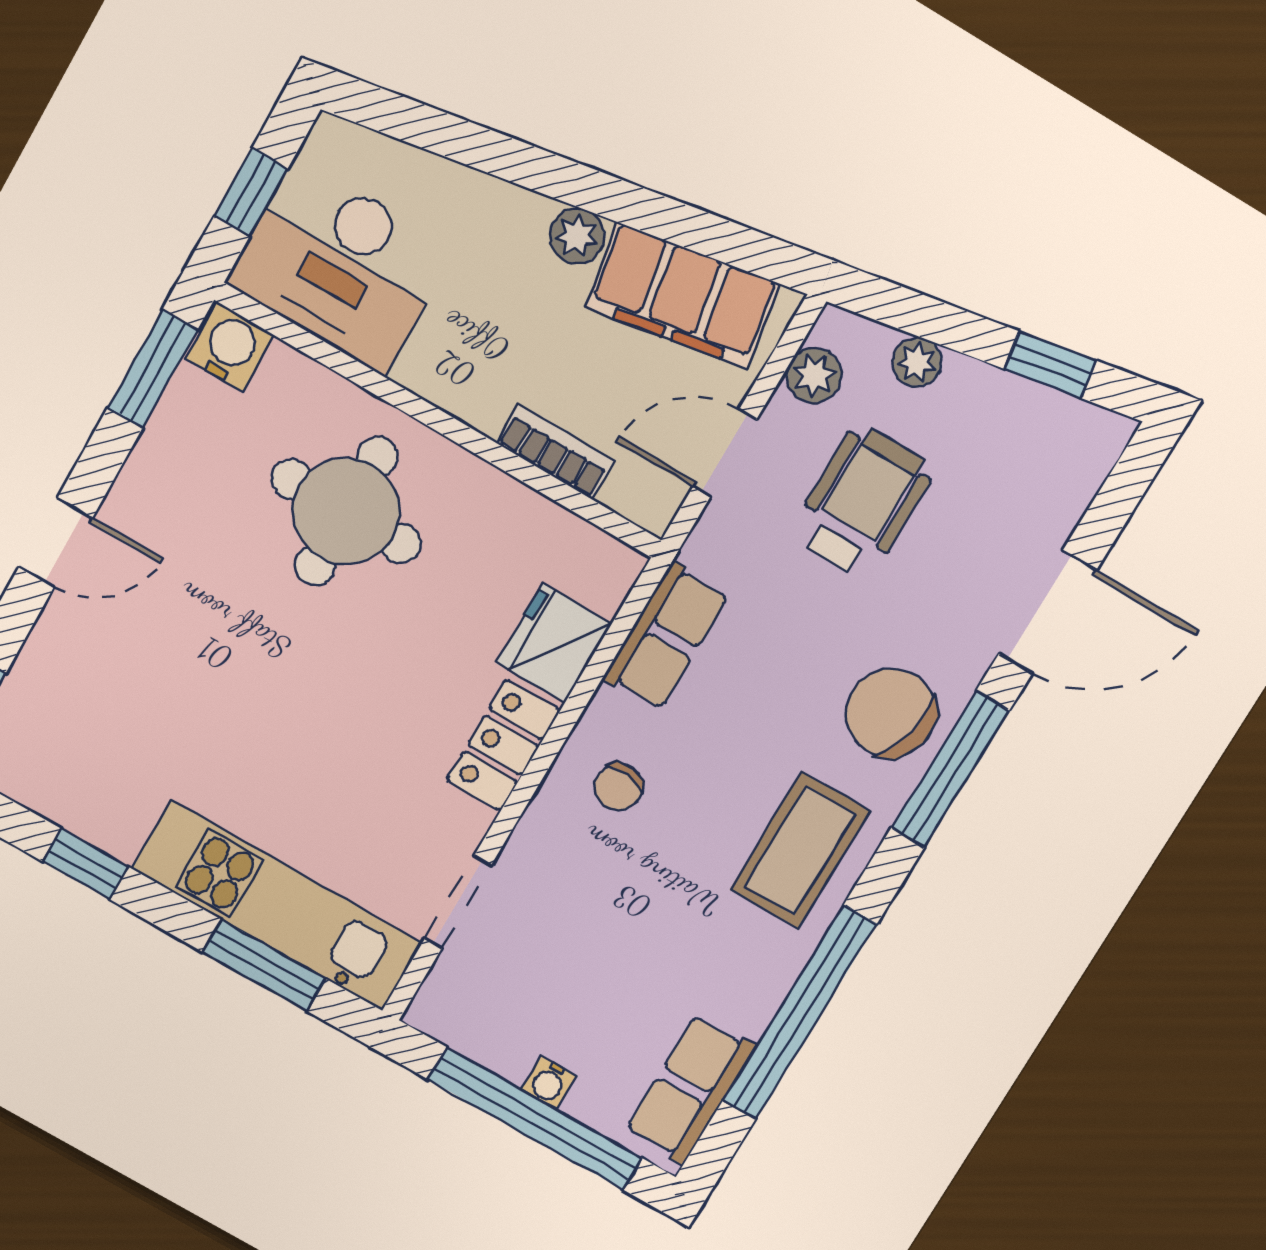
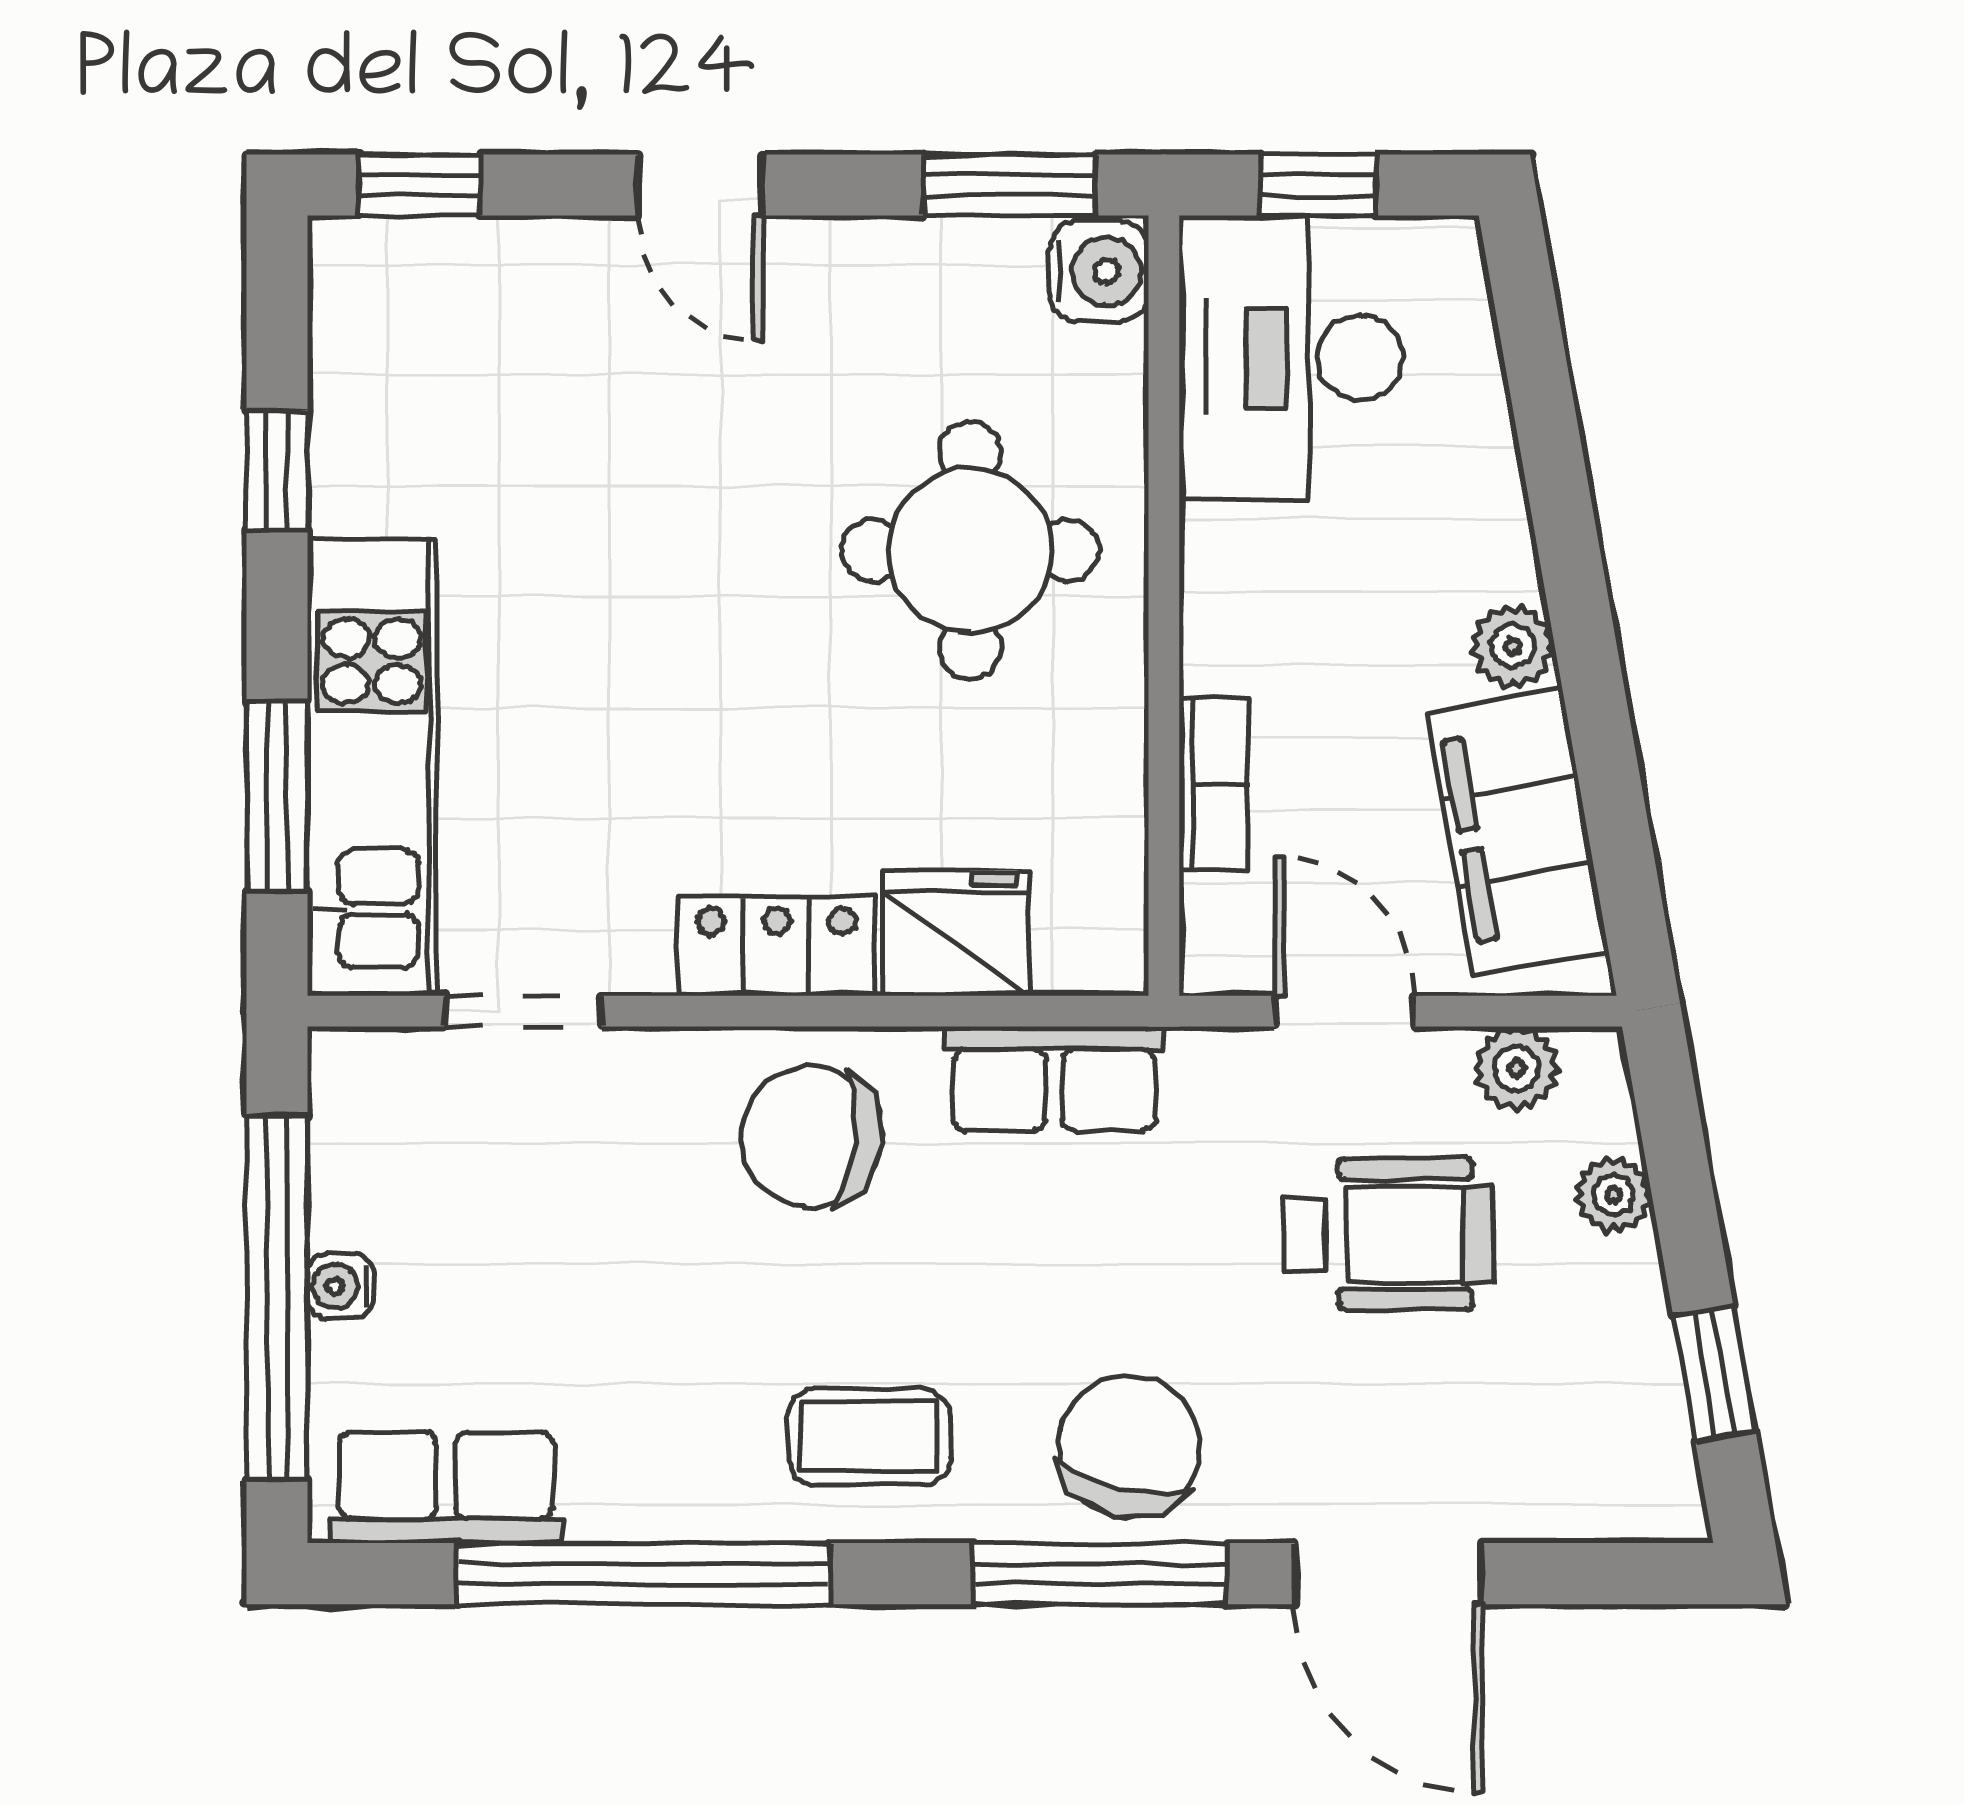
chair: (618, 787) -> (811, 1137), width x1.87, depth x1.87
coffee table: (800, 850) -> (869, 1437), width x0.73, depth x0.77

